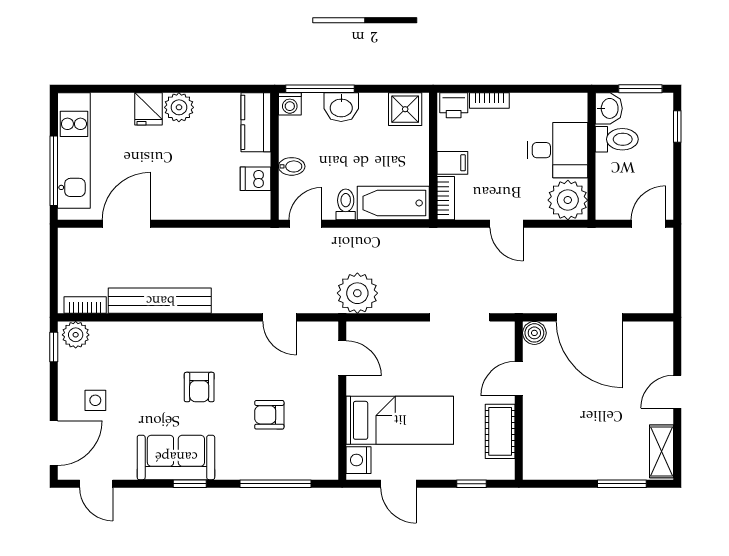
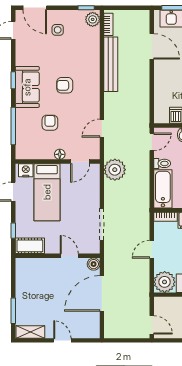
door: (305, 224) -> (152, 142), hinge flipped
floor lamp: (329, 396) -> (60, 154), added
cot: (500, 431) -> (30, 246), moved
sofa: (176, 457) -> (27, 87), moved

